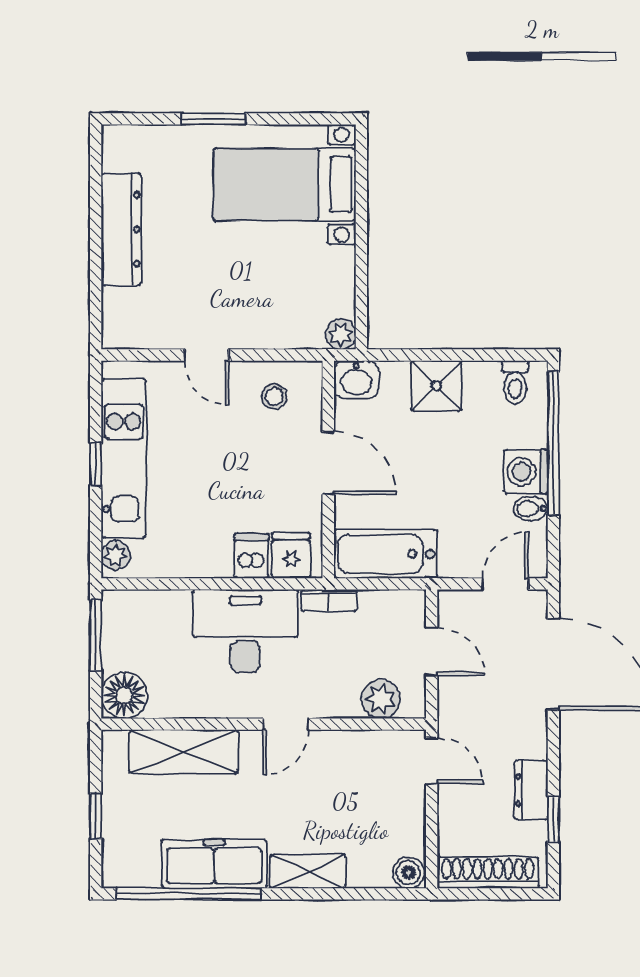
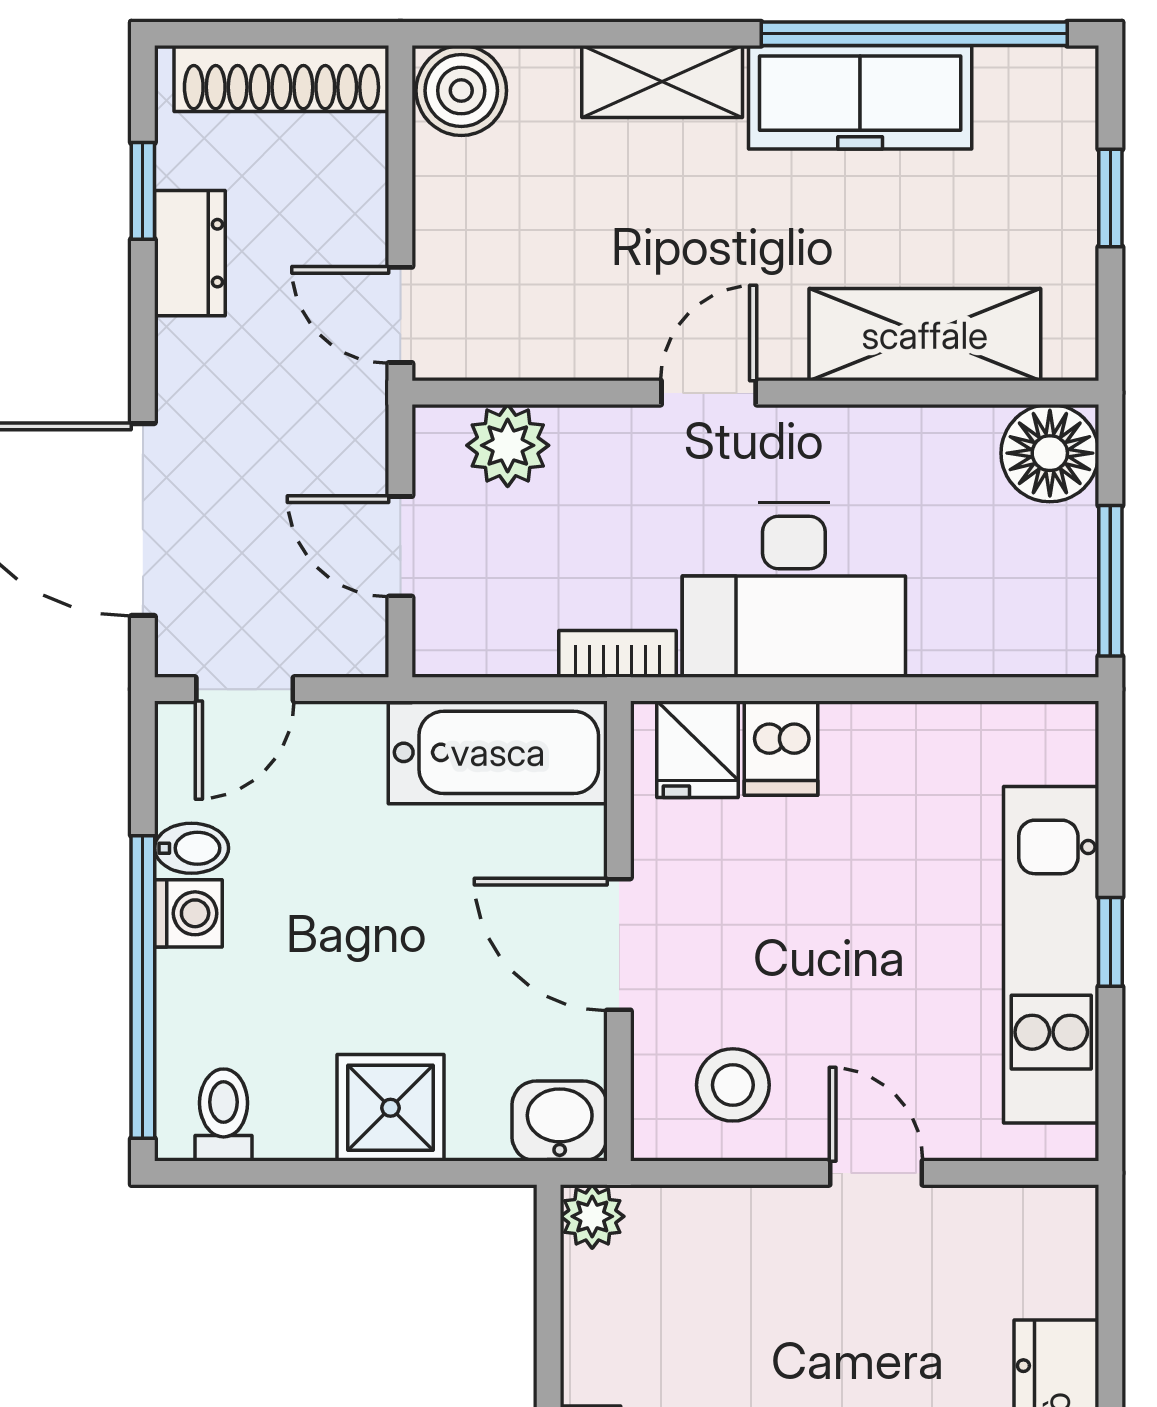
stool: (274, 397) -> (733, 1085), width x1.37, depth x1.37
washing machine: (526, 472) -> (188, 913), width x0.73, depth x0.73
plant: (116, 555) -> (1068, 750), removed
boiler: (408, 873) -> (461, 91), width x1.36, depth x1.36

